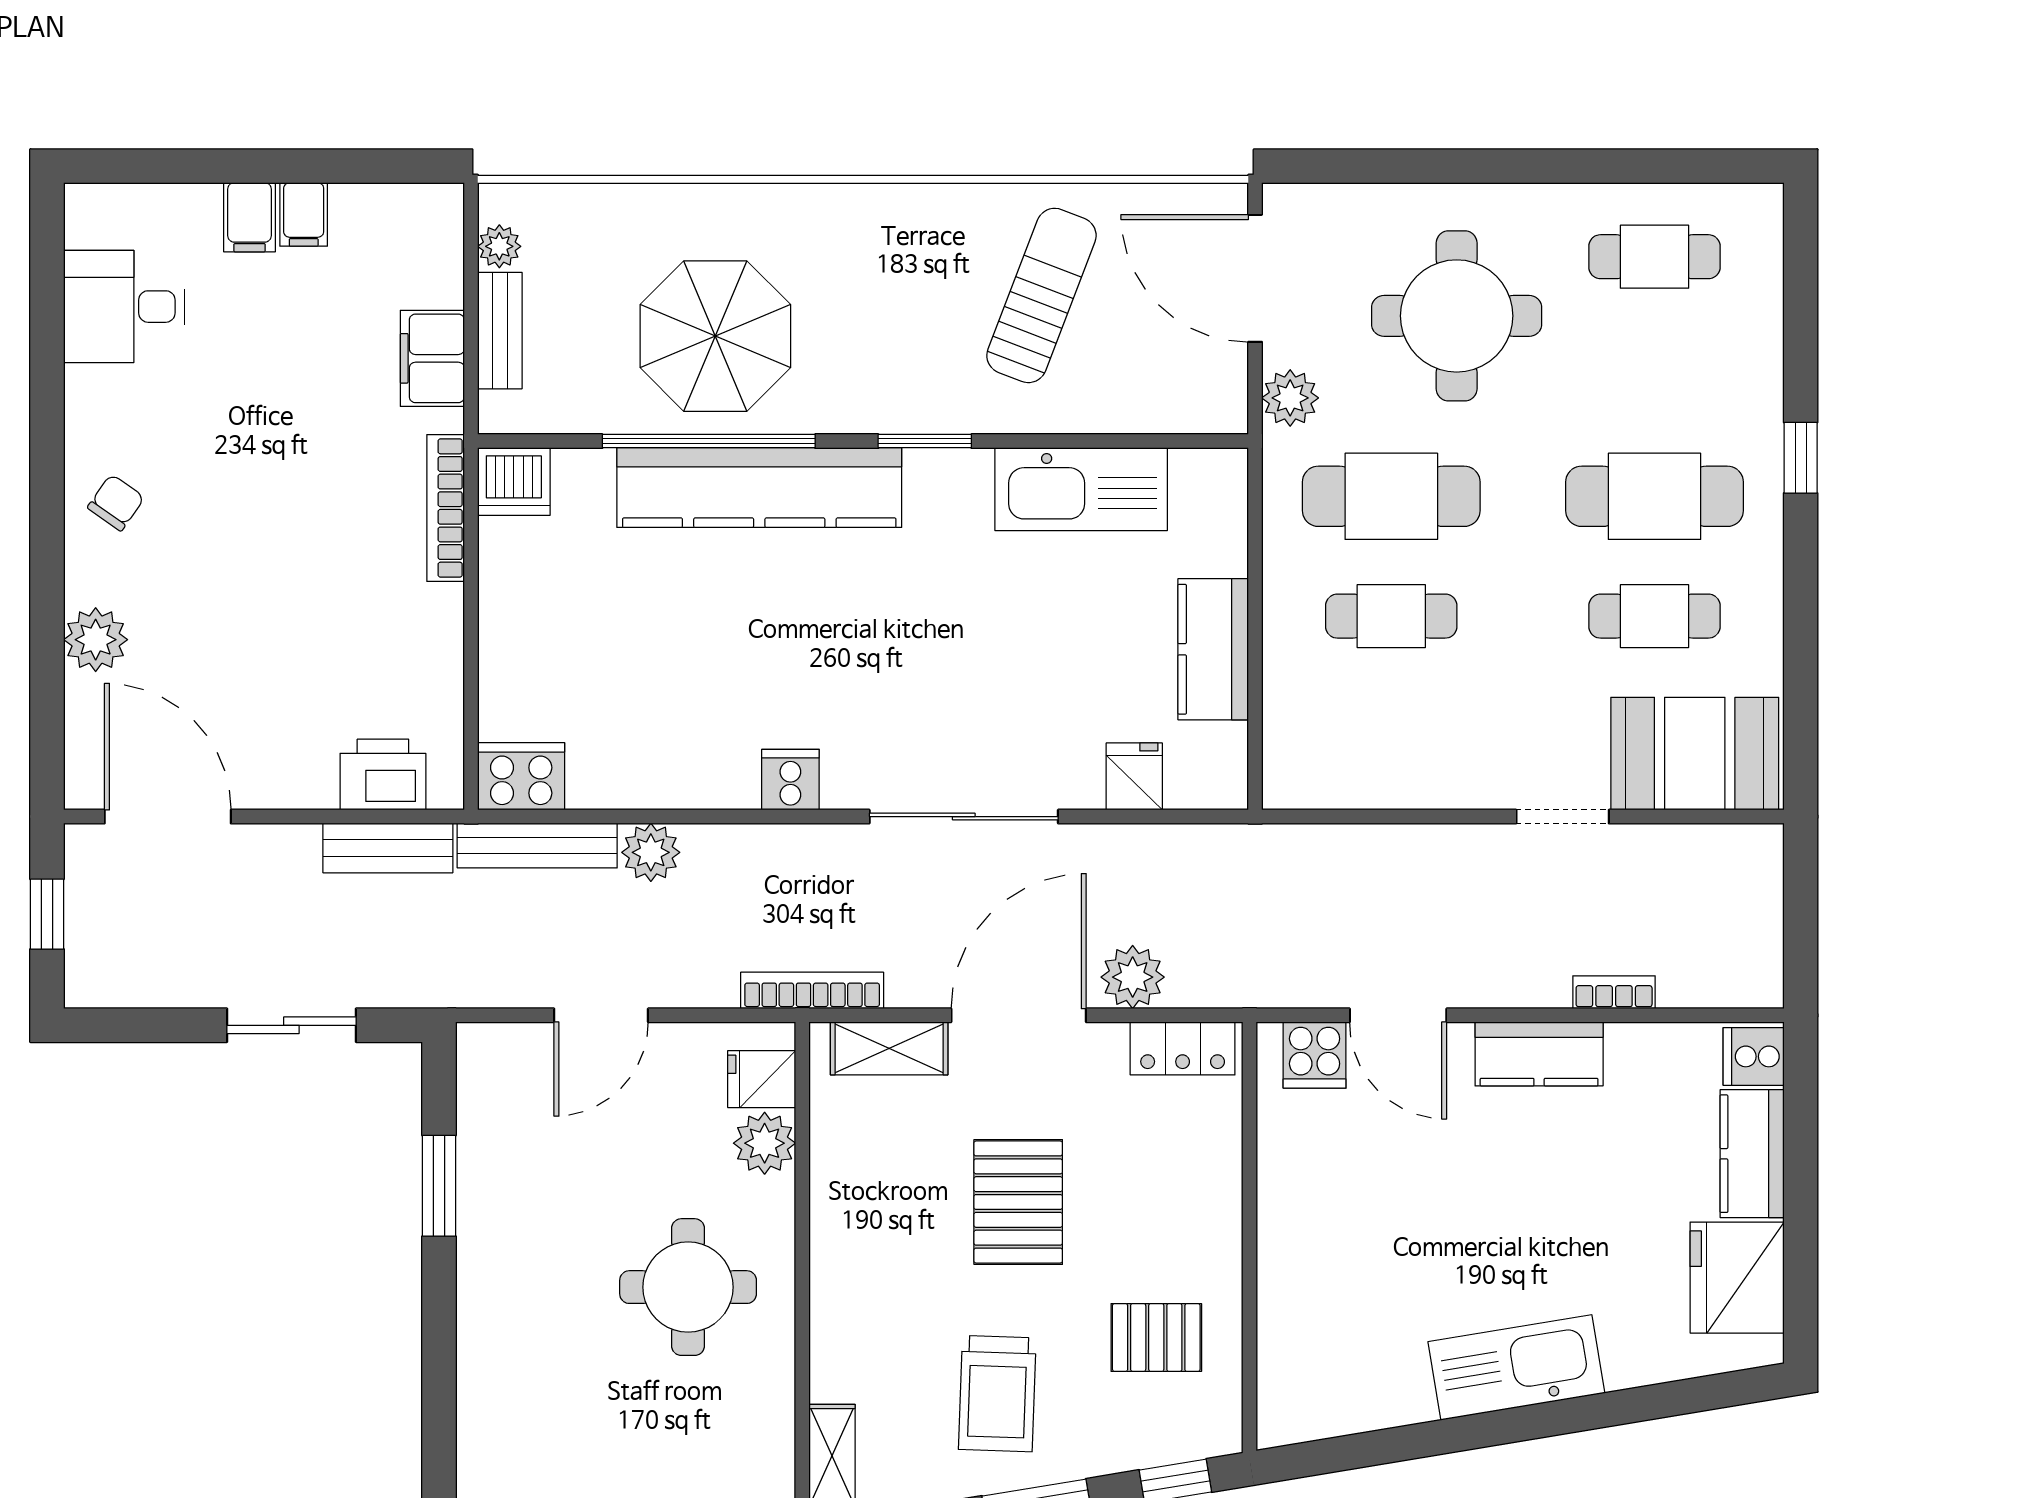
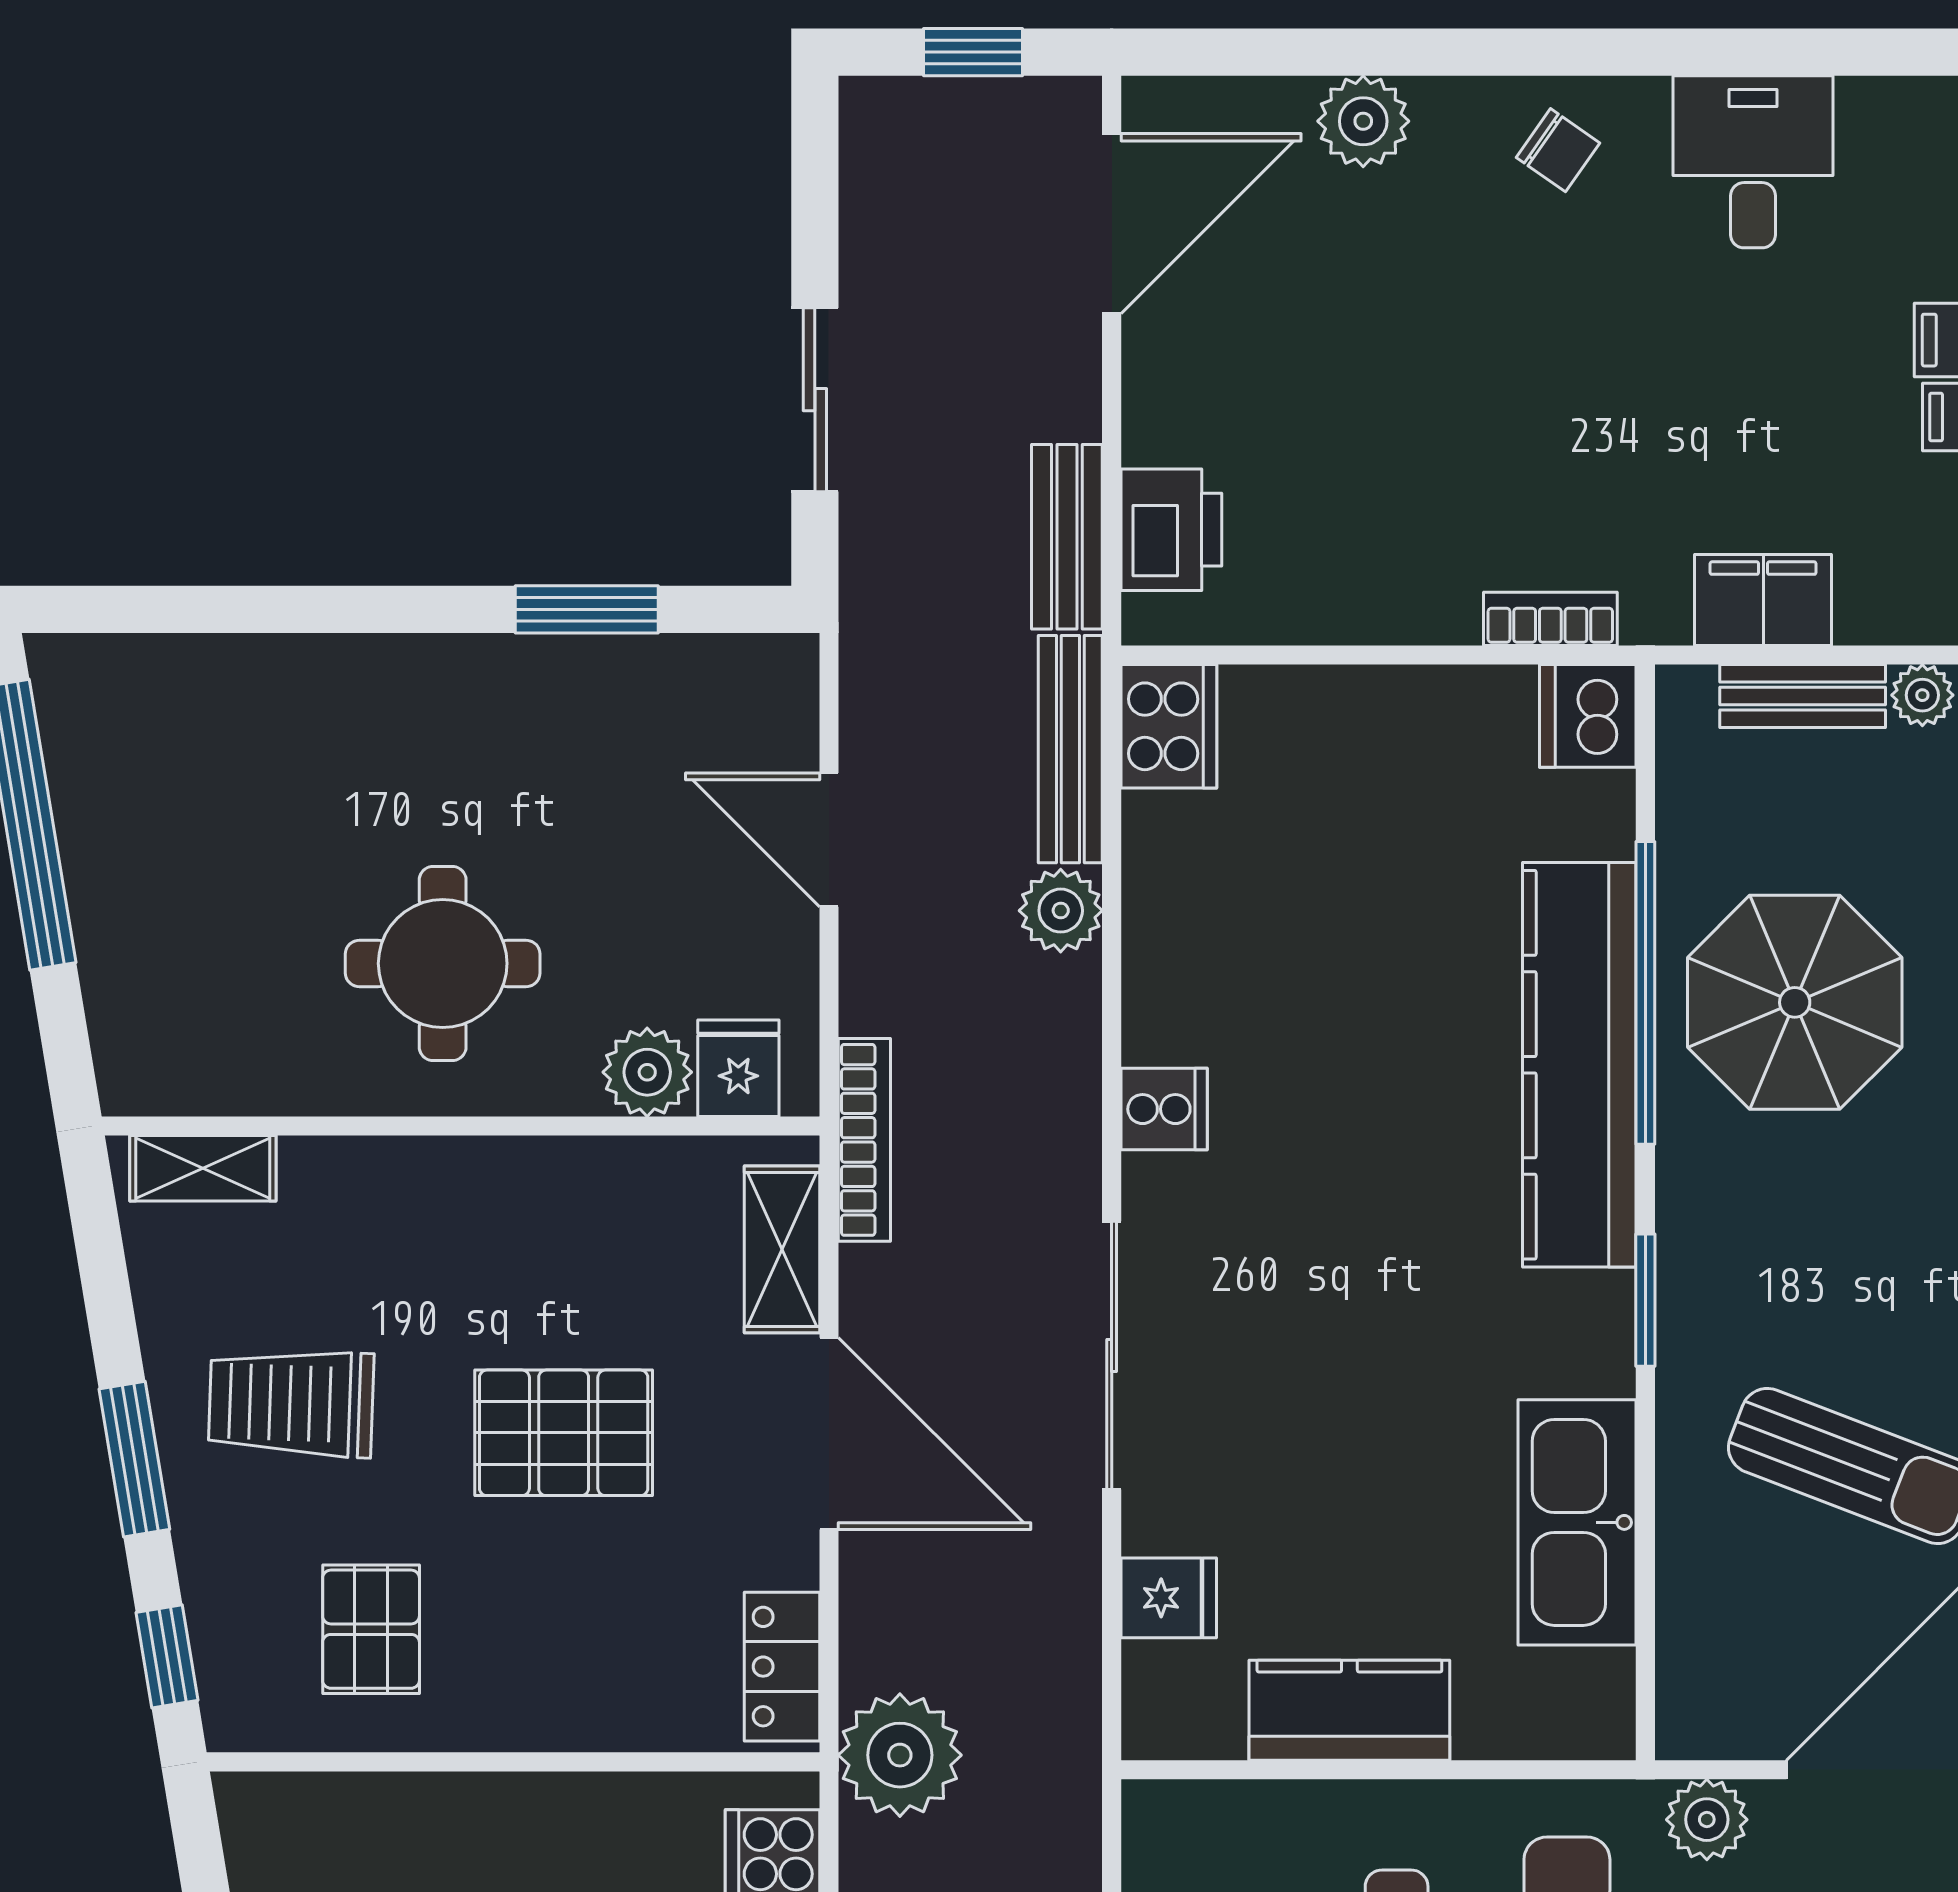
desk: (124, 307) -> (1753, 162), moved
bookcase: (446, 508) -> (1550, 619), width x0.64
plant: (1133, 977) -> (900, 1755), moved, width x1.36, depth x1.36

